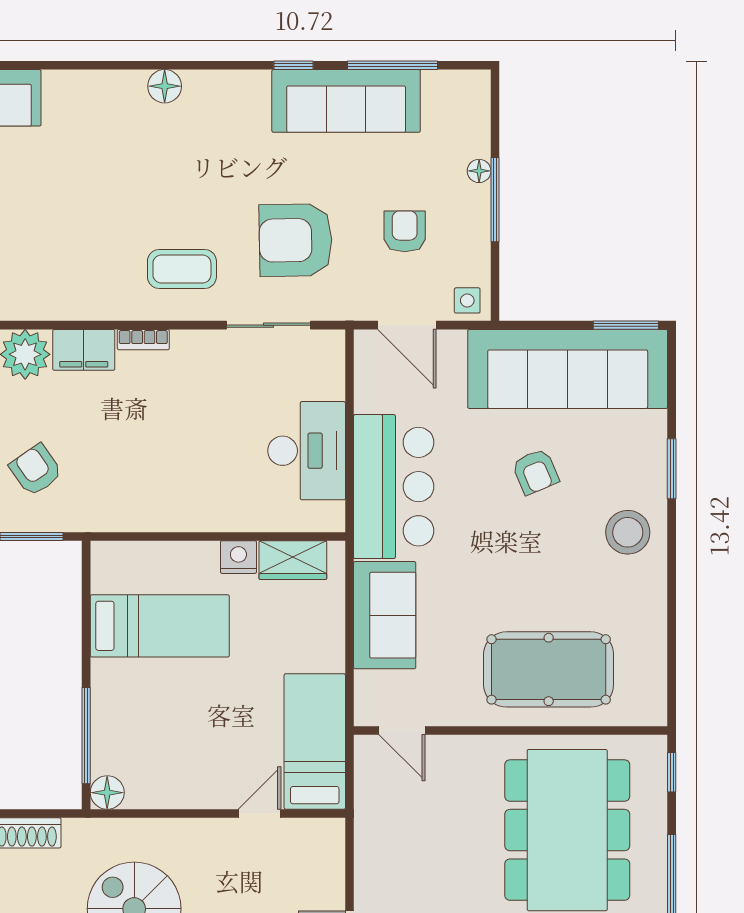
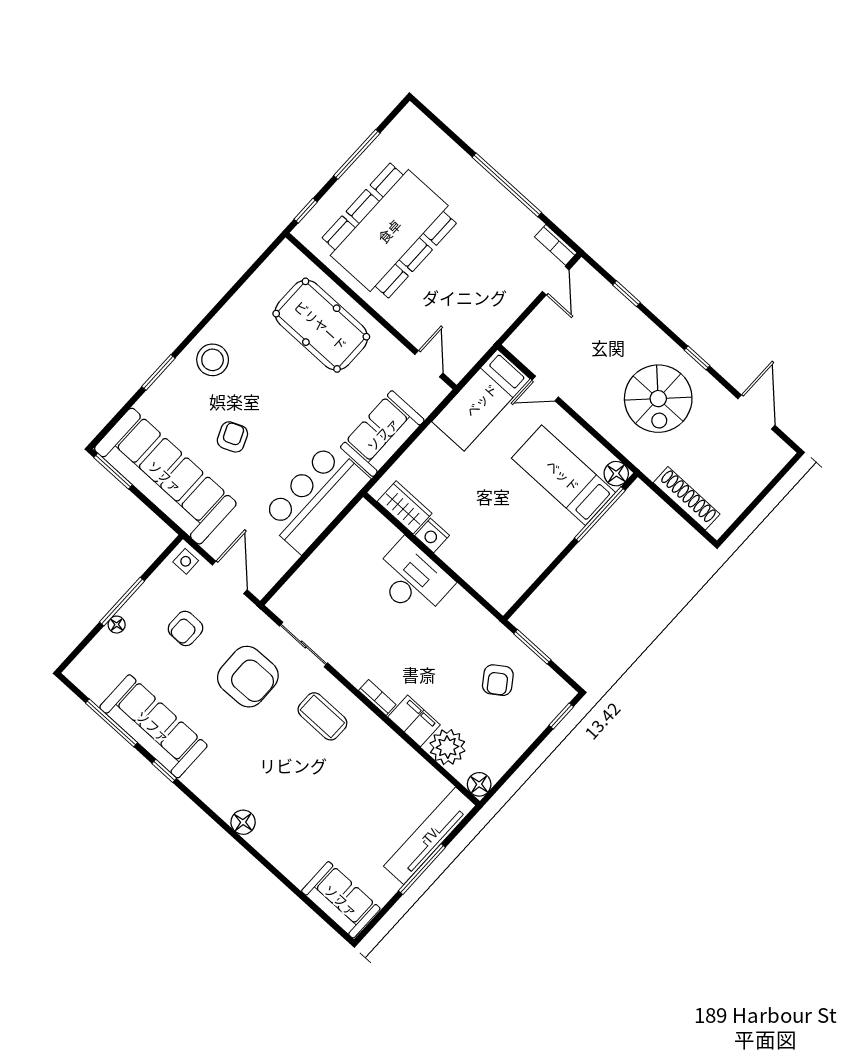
desk: (307, 451) -> (412, 579), moved, turned 90
bed: (160, 626) -> (563, 475), moved

